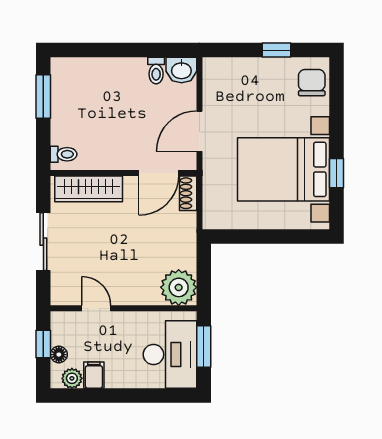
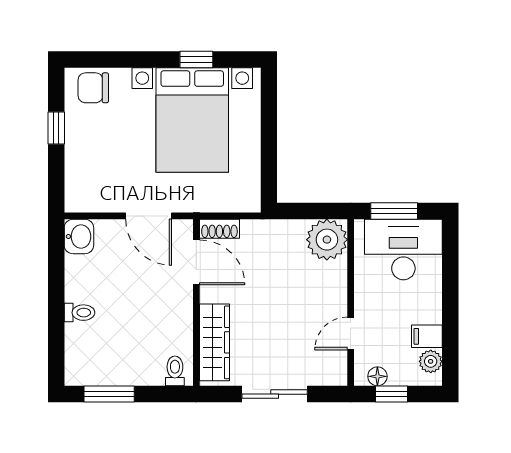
toilet: (156, 71) -> (79, 313), moved
floor lamp: (59, 355) -> (377, 376), moved

